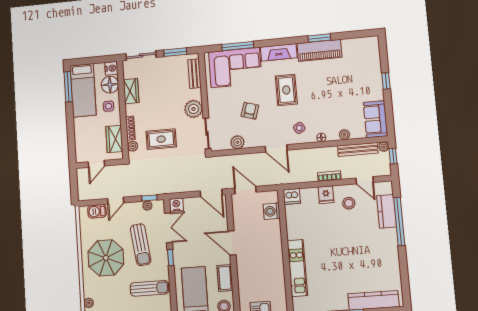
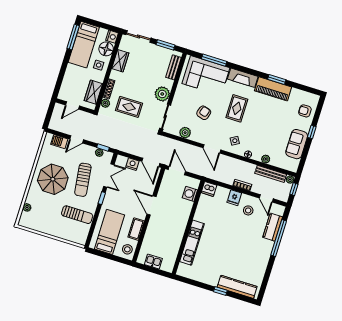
armchair: (367, 60) -> (305, 111), added
sofa: (376, 119) -> (297, 144), moved
nightstand: (176, 205) -> (132, 164), moved

